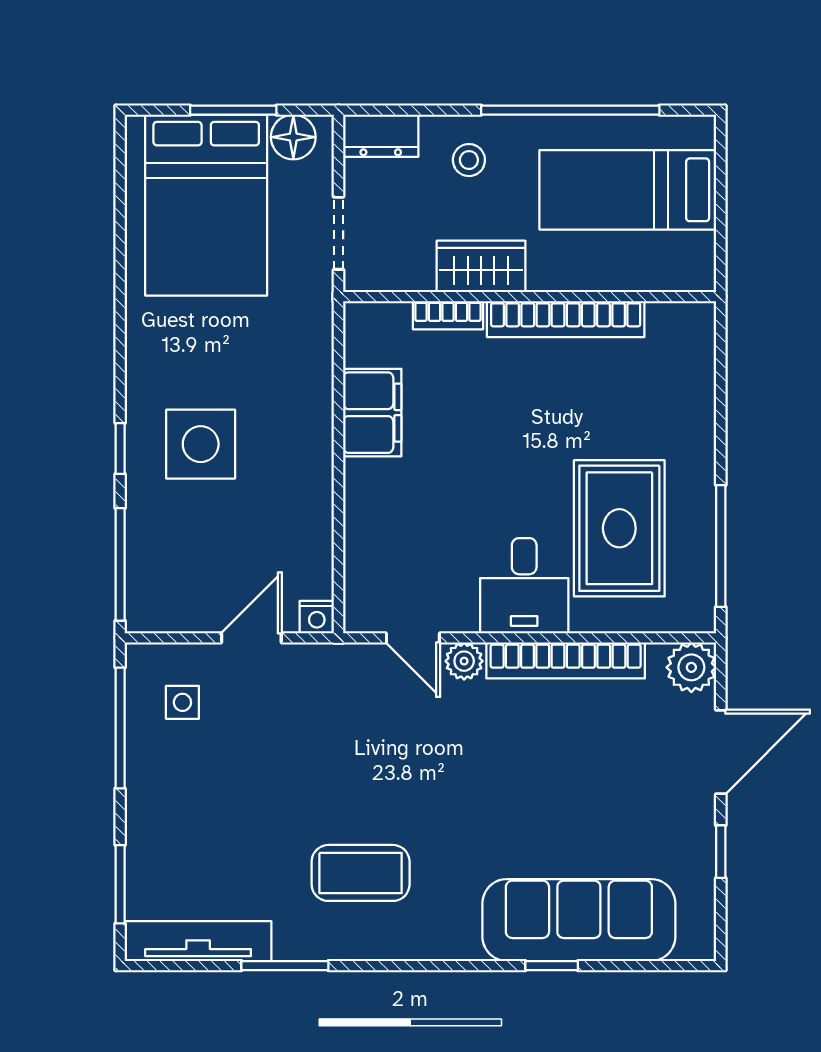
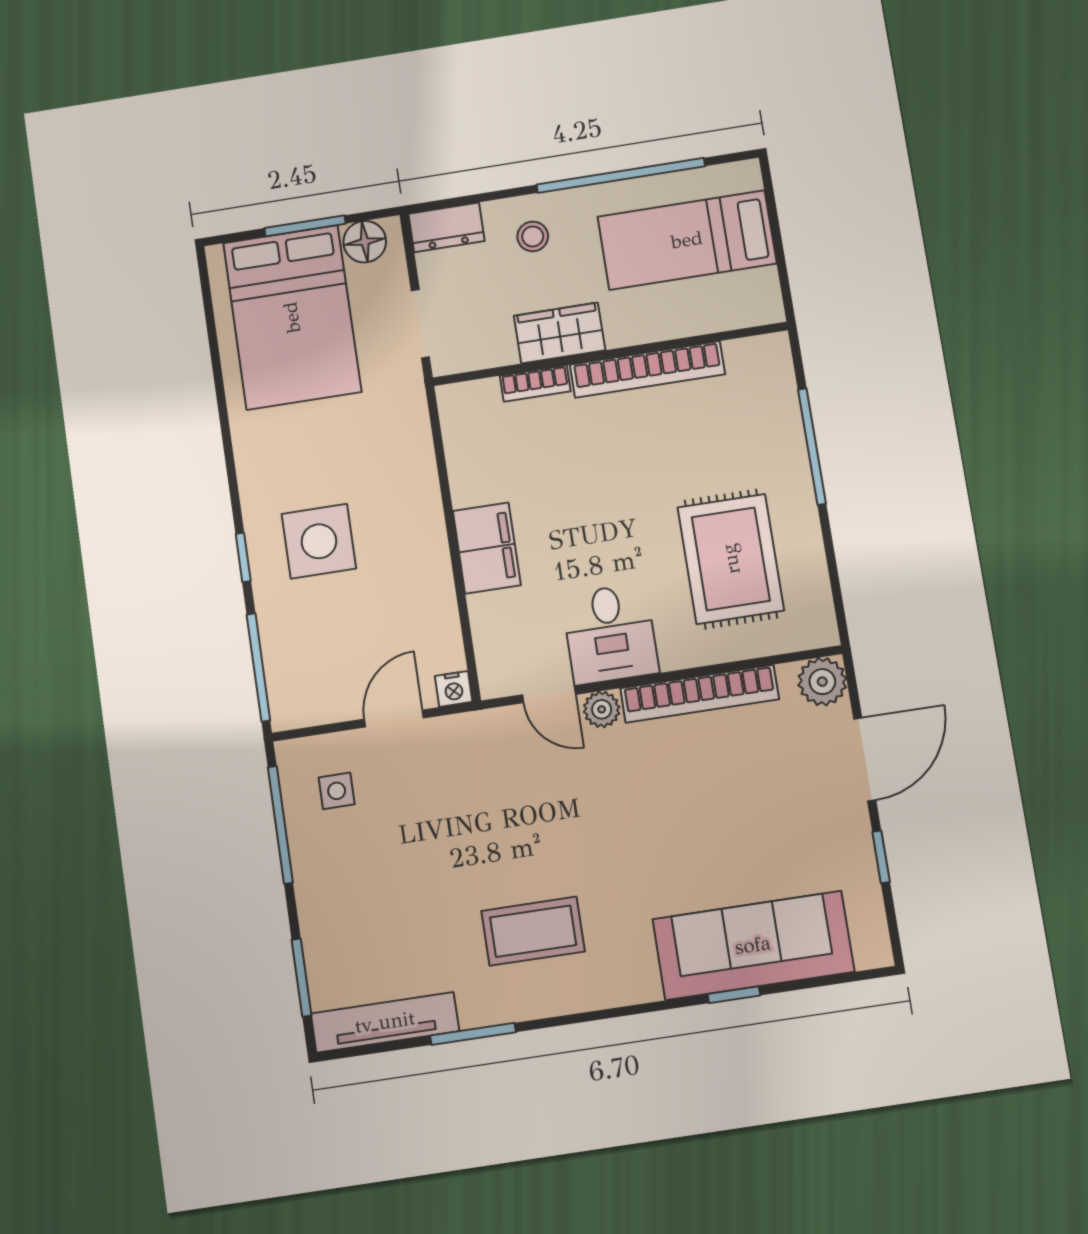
filing cabinet: (372, 413) -> (487, 548), moved
window: (721, 546) -> (812, 447), moved
desk: (524, 586) -> (610, 634), moved

